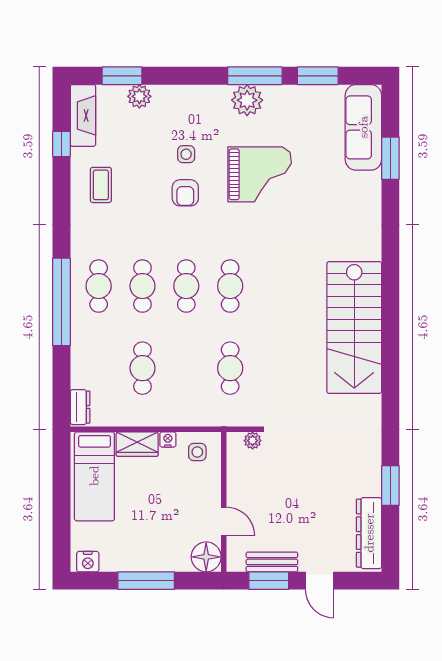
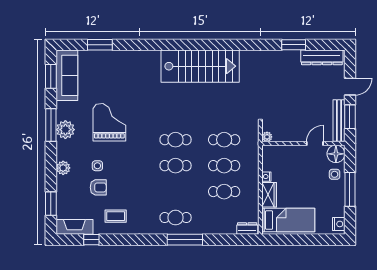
window: (318, 76) -> (51, 76), moved
plant: (139, 96) -> (63, 168), moved
sofa: (363, 127) -> (67, 75), moved, turned -90
armchair: (185, 193) -> (98, 187), moved
cafe table: (142, 286) -> (224, 166), moved
window: (61, 302) -> (185, 240), width x0.68
plant: (253, 441) -> (267, 137), moved
side table: (197, 452) -> (335, 174), moved
bench: (272, 562) -> (339, 120), width x1.36

